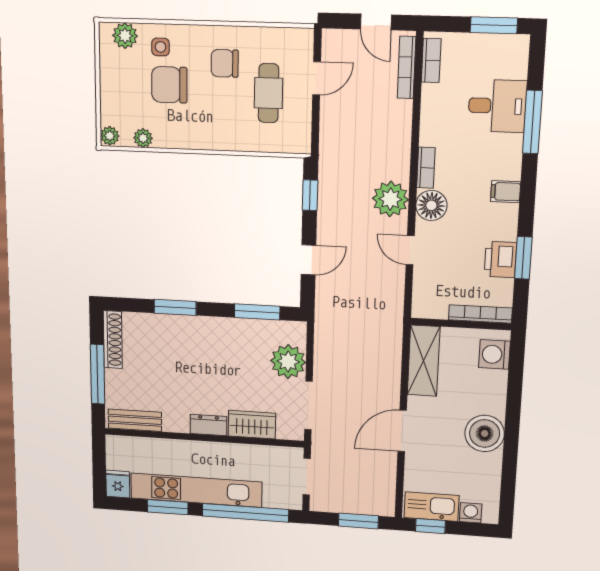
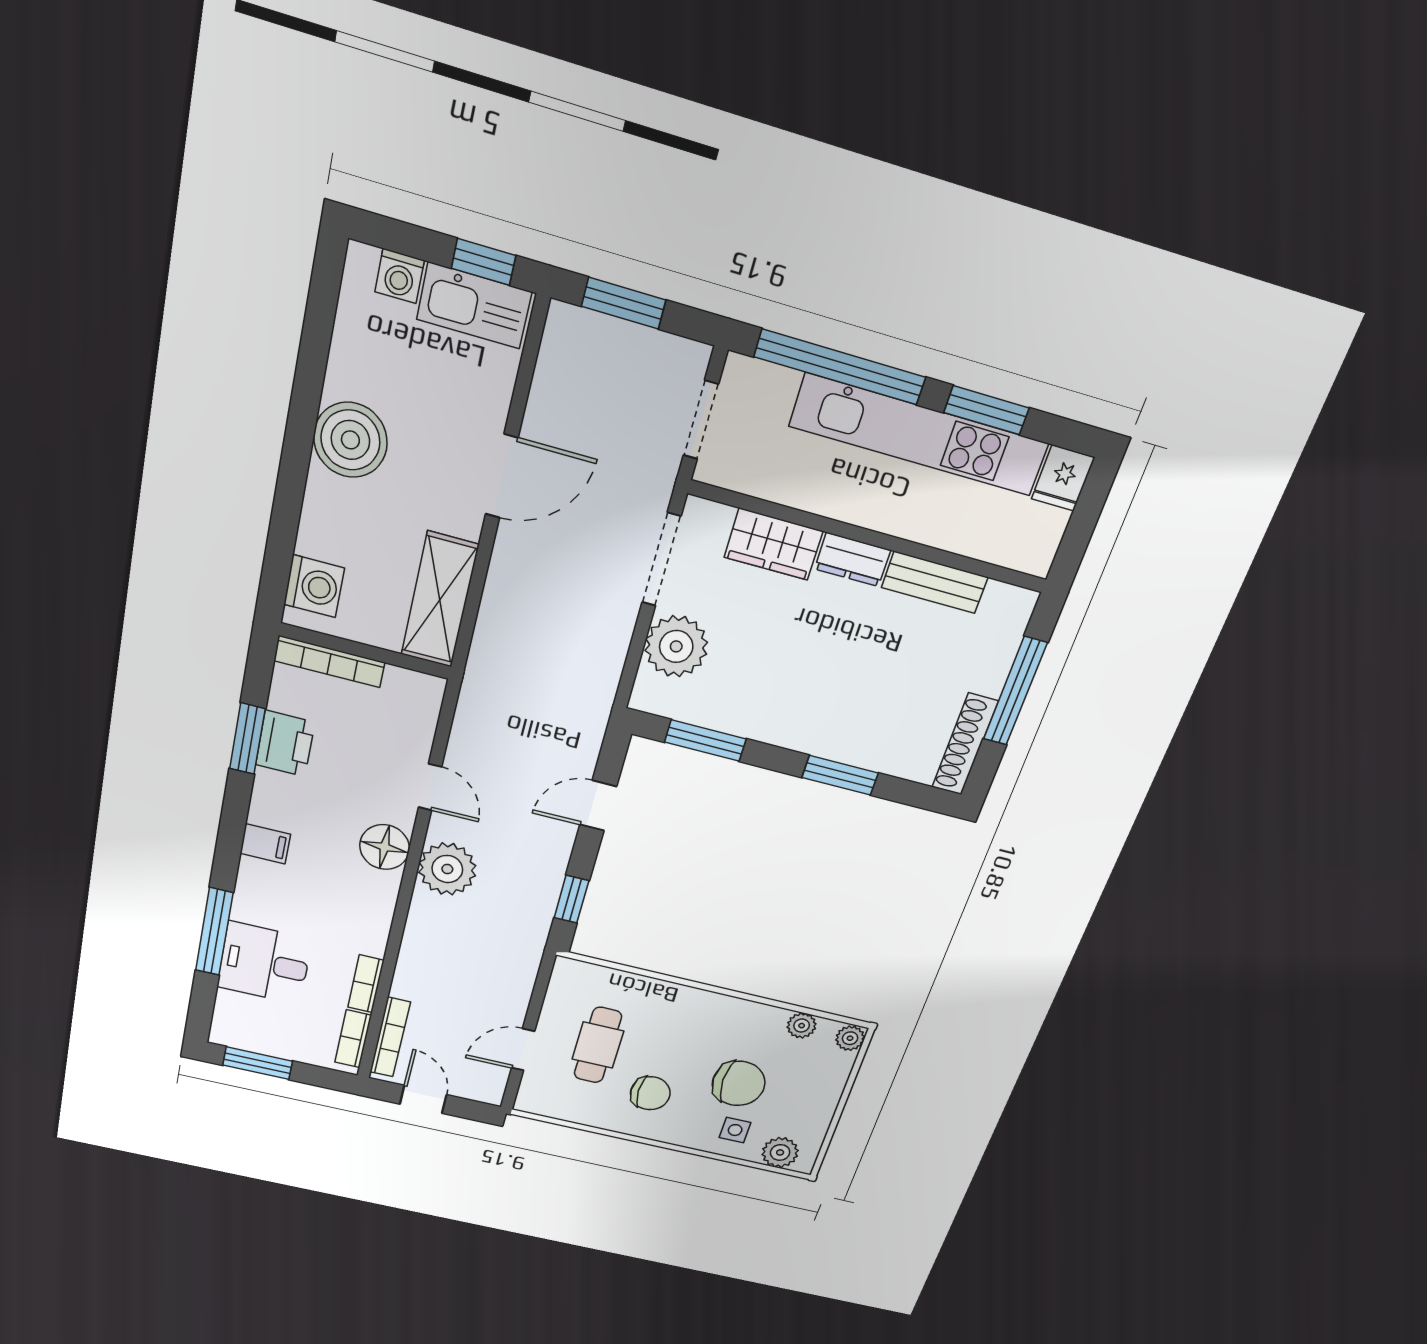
bookcase: (426, 168) -> (366, 984), moved
bench: (135, 420) -> (935, 582), moved

